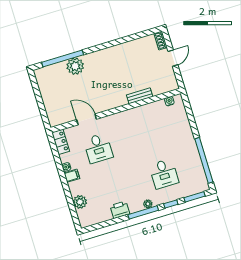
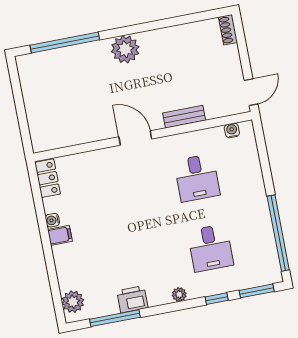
door: (173, 58) -> (251, 92), moved
plant: (75, 66) -> (125, 49), moved
door: (87, 119) -> (135, 138), moved
desk: (98, 148) -> (197, 178), moved
plant: (80, 202) -> (73, 302), moved
window: (143, 212) -> (115, 318), moved

